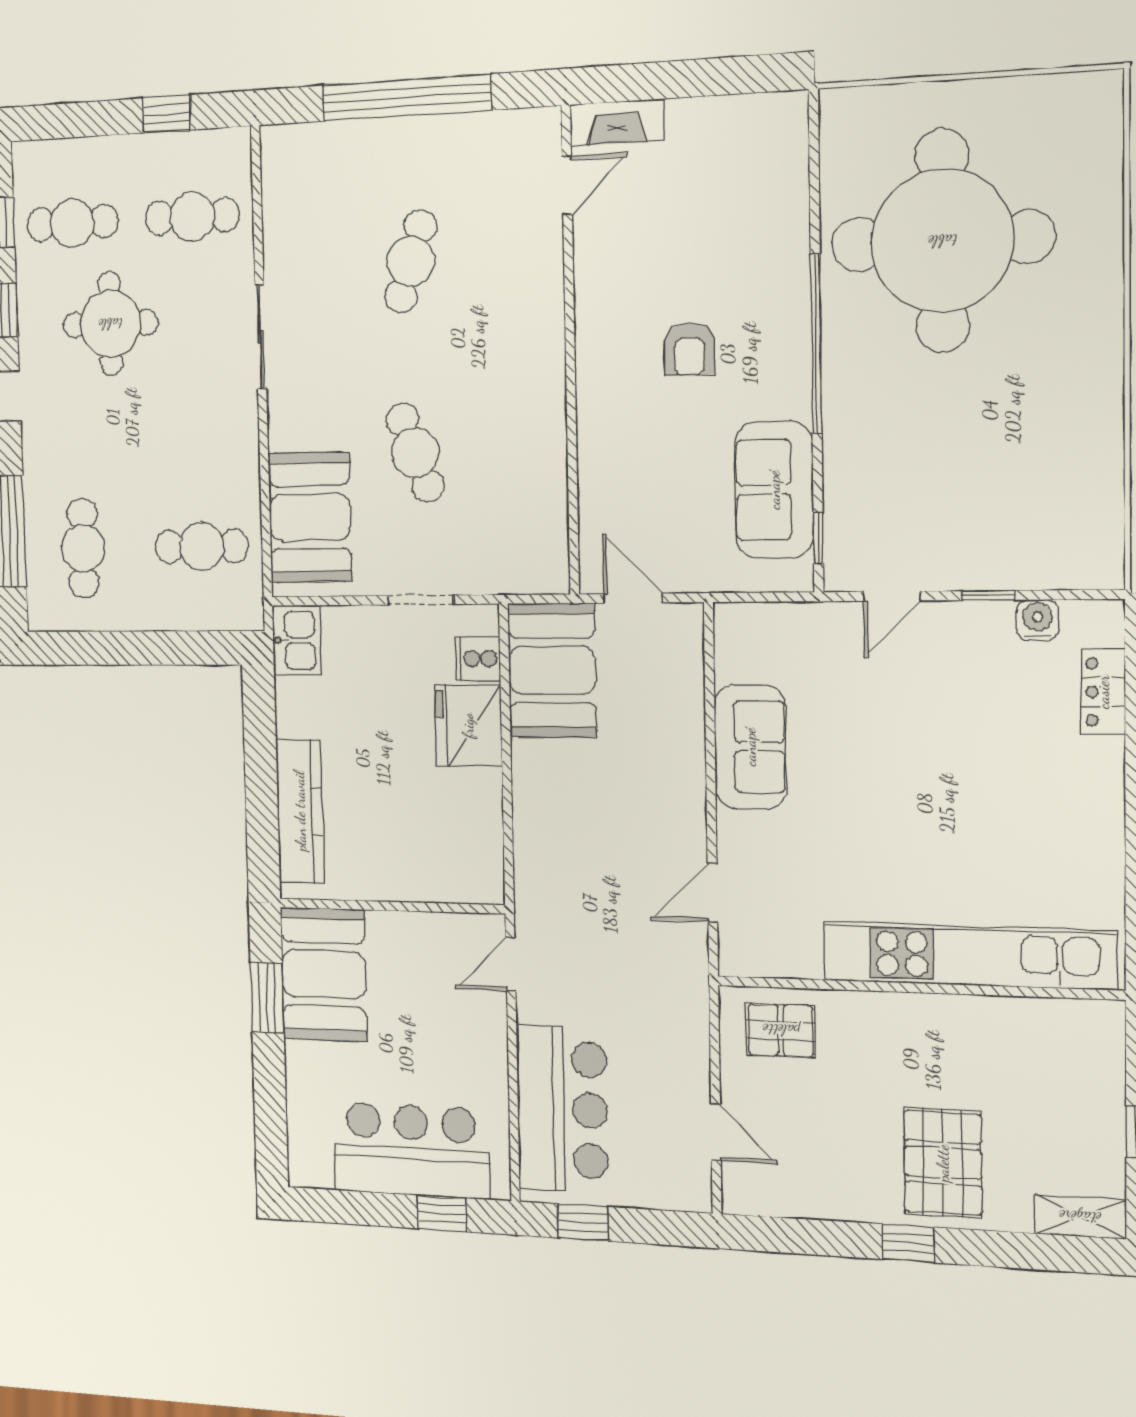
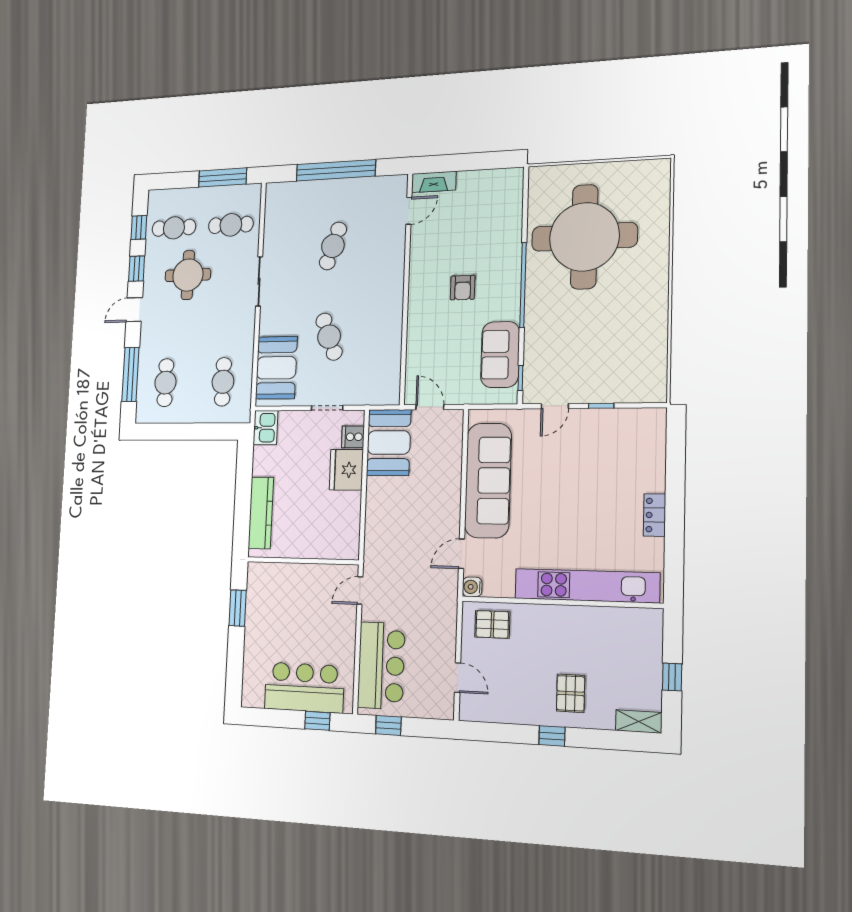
window: (167, 114) -> (223, 177), width x2.17
cafe table: (202, 546) -> (223, 382), turned 90
water cooler: (1037, 620) -> (472, 587), moved, turned -90
locker: (1103, 692) -> (655, 515), moved
sofa: (750, 747) -> (488, 480), width x1.85, depth x1.27
booth: (324, 974) -> (267, 596), removed
pallet: (943, 1163) -> (571, 693), width x0.67, depth x0.71

